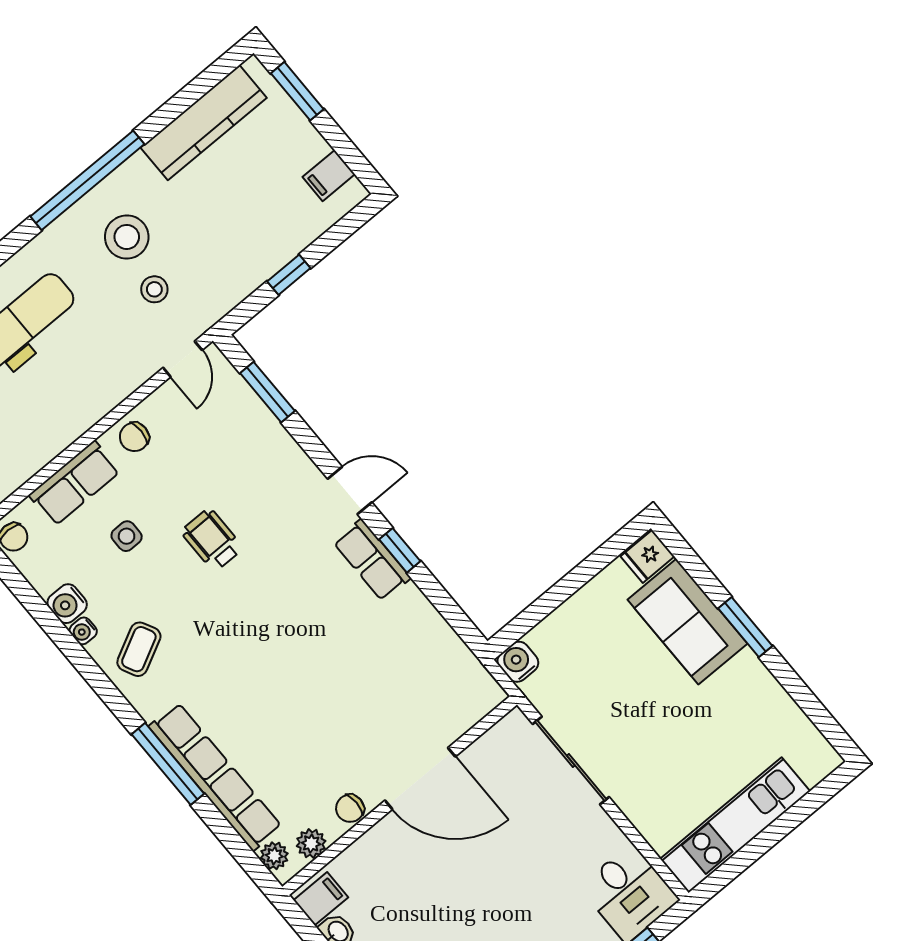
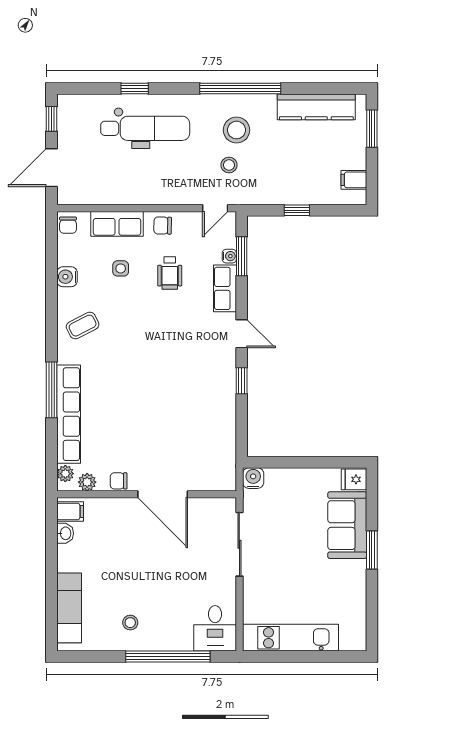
wheelchair: (212, 540) -> (170, 273), moved, turned 180
row of seats: (372, 560) -> (225, 288), moved
water cooler: (83, 631) -> (229, 256), moved, turned 180

